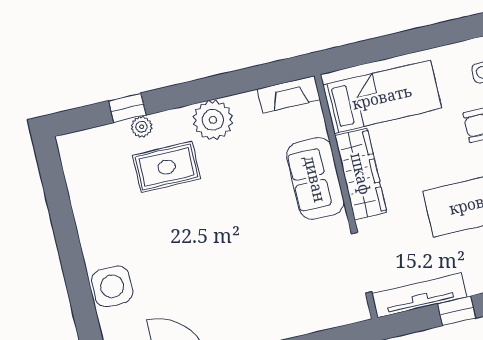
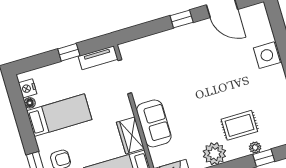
wardrobe: (361, 174) -> (130, 135), width x0.67
tv unit: (419, 295) -> (98, 58), width x0.71

